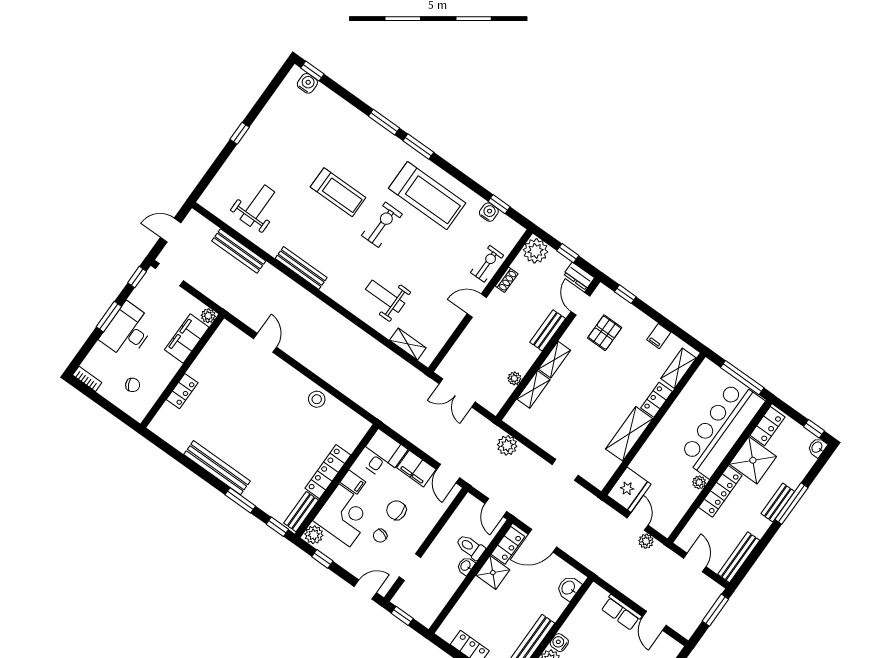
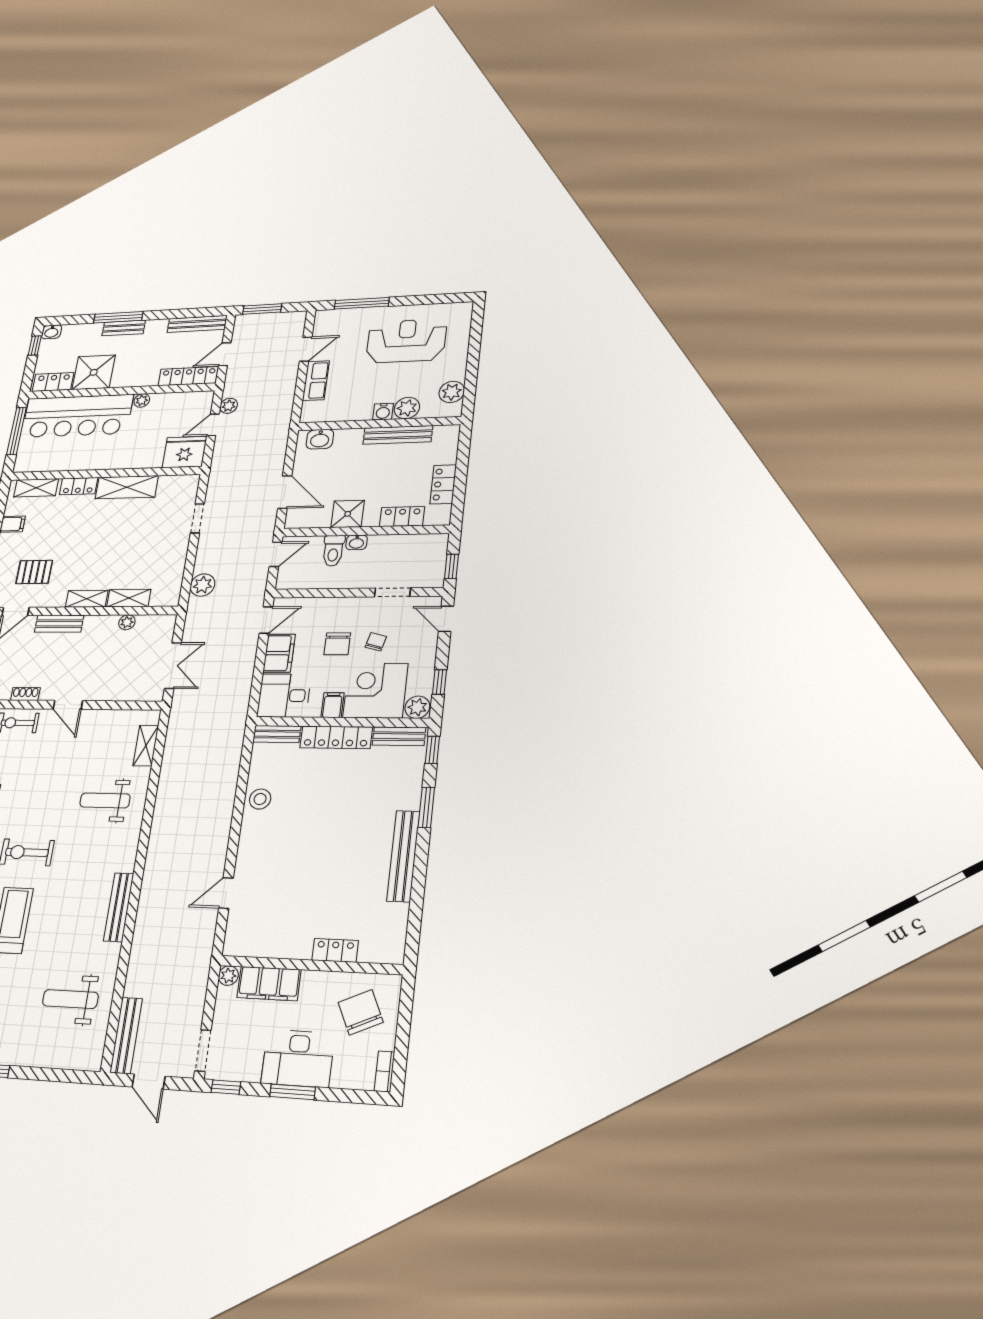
bench: (239, 251) -> (126, 1035), moved
weight bench: (385, 296) -> (105, 800), turned 90
chair: (133, 385) -> (361, 1012), width x1.87, depth x1.87
bench: (357, 435) -> (277, 734), added
locker: (720, 491) -> (188, 376), moved
chair: (380, 536) -> (376, 642), turned -91
locker: (508, 545) -> (402, 517), moved

